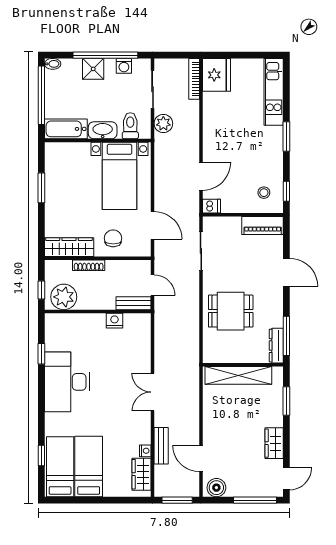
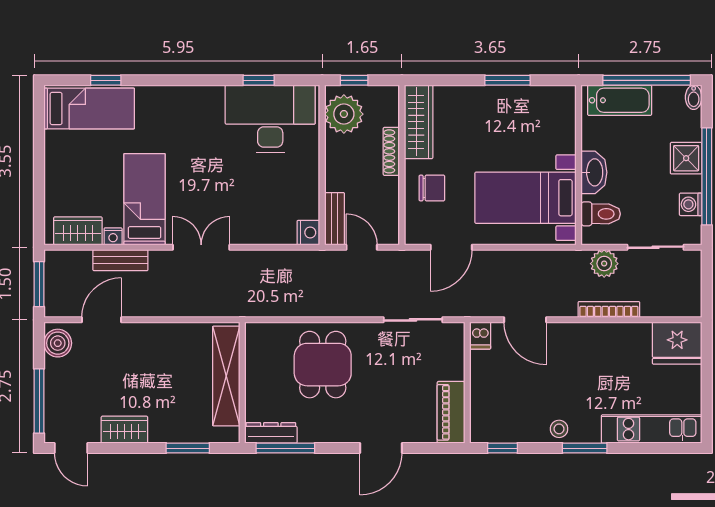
bookcase: (194, 79) -> (609, 310), moved
bathtub: (66, 129) -> (620, 100), moved, turned 90
stool: (264, 193) -> (559, 429), moved
door: (153, 285) -> (362, 247), swing flipped
nightstand: (114, 321) -> (308, 233), moved
desk: (67, 382) -> (270, 119), moved
bed: (89, 466) -> (144, 199), moved, turned -90

